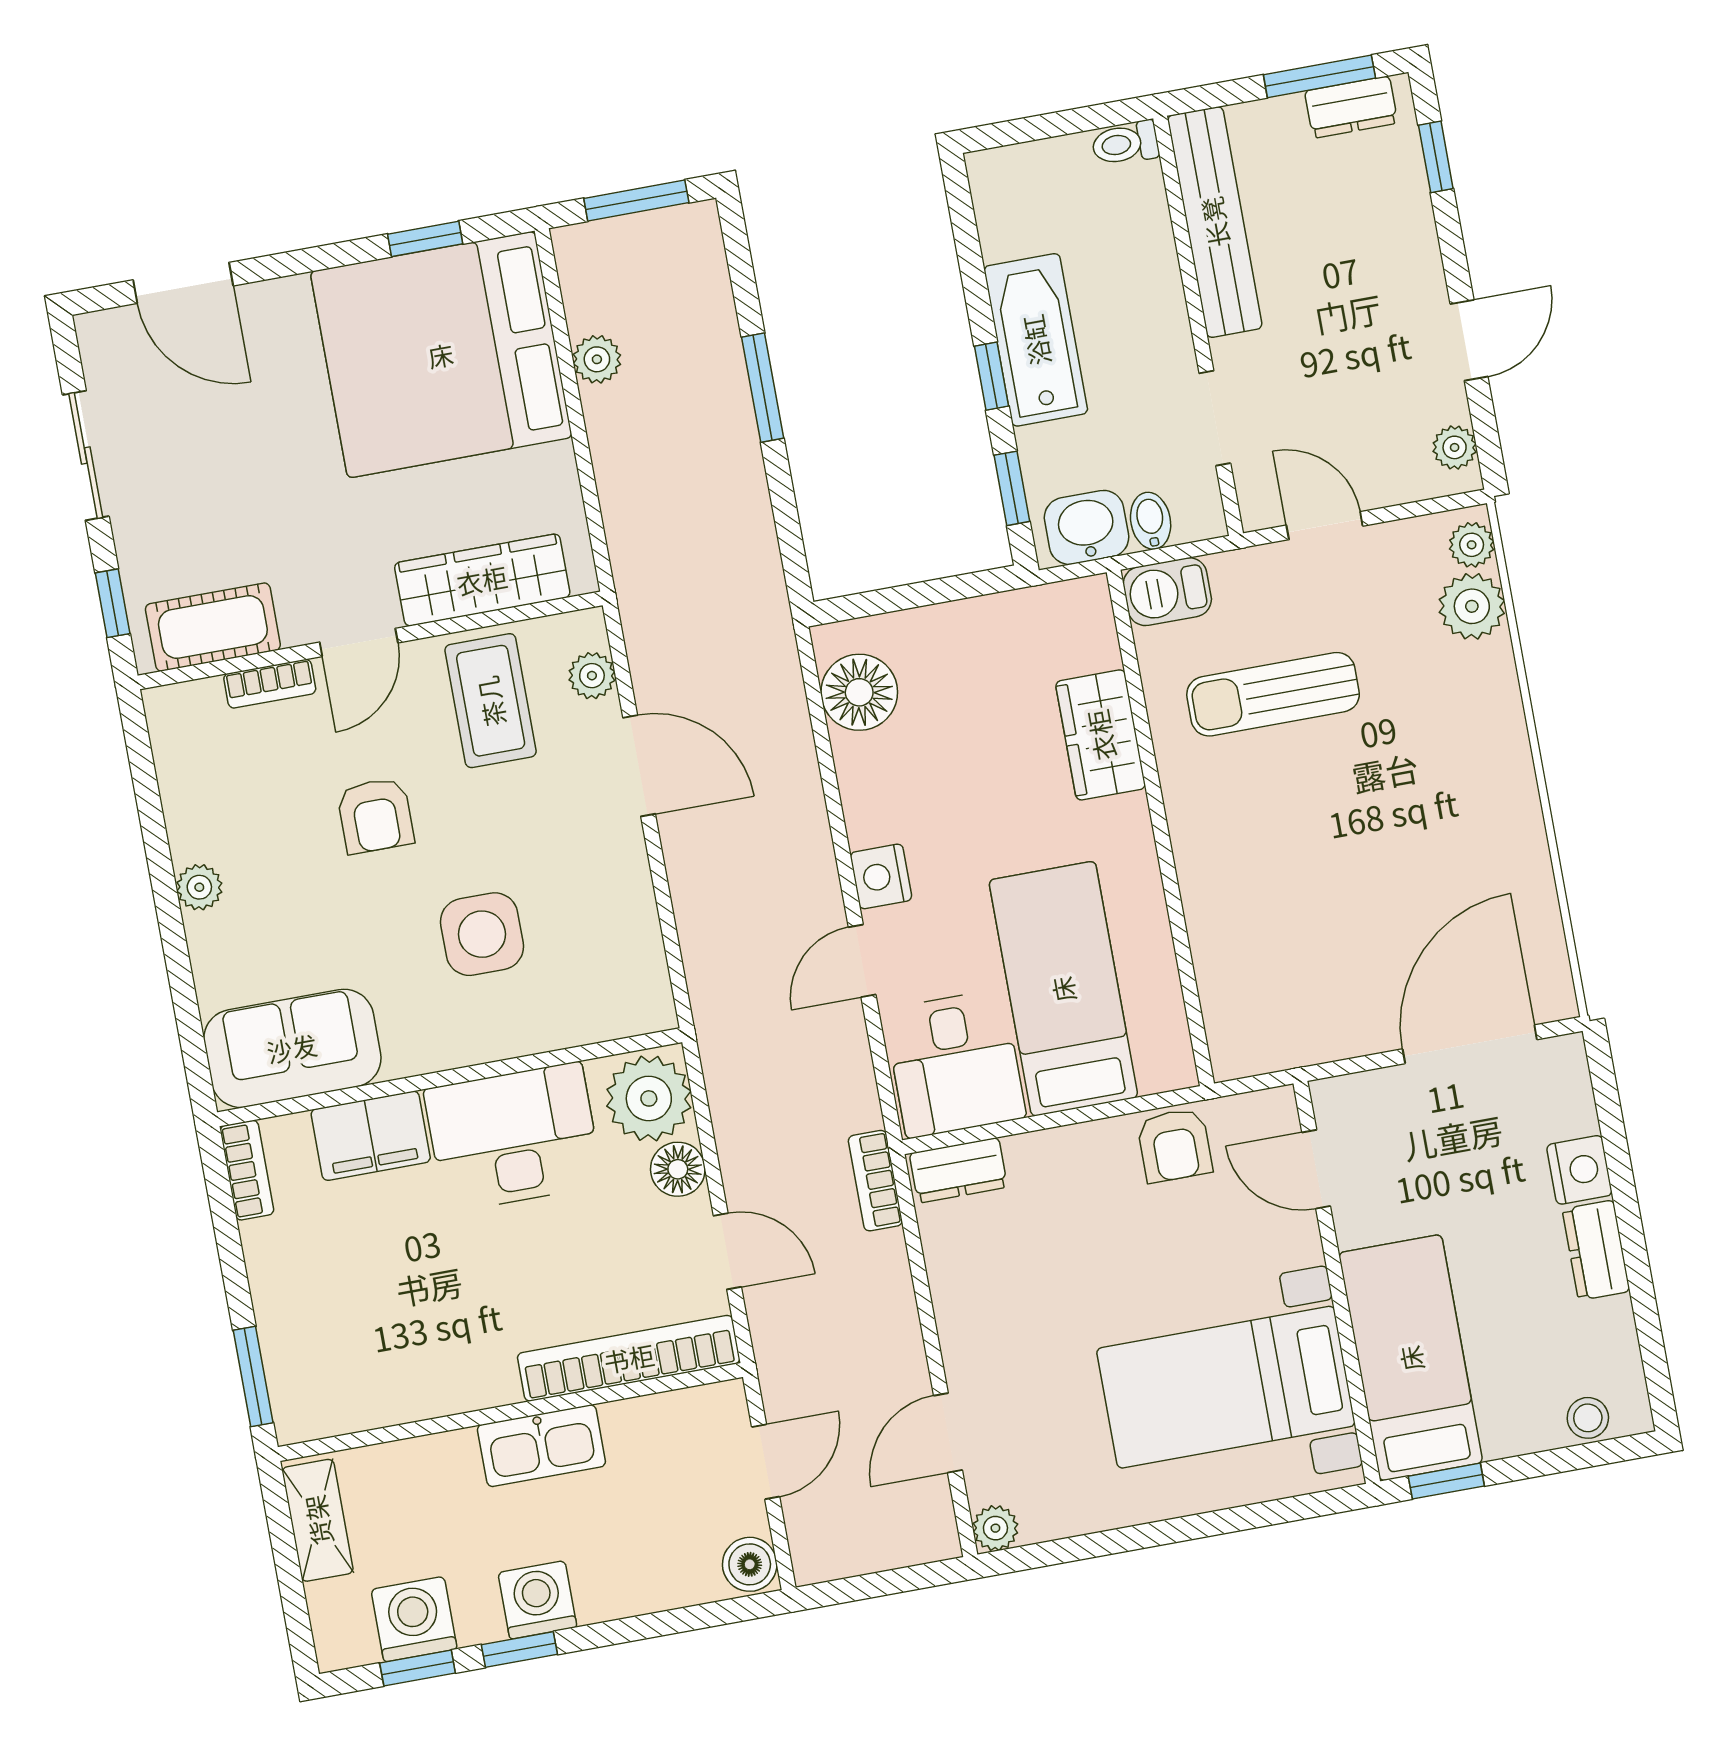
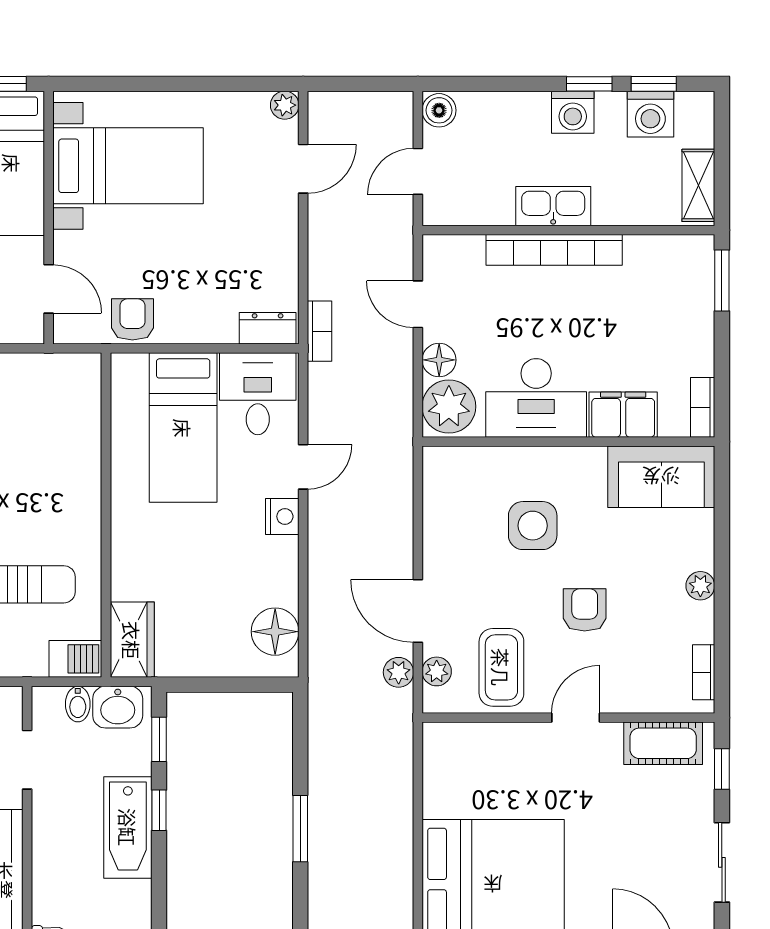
plant: (597, 359) -> (399, 672), moved
wardrobe: (482, 580) -> (493, 742), removed
bookcase: (270, 684) -> (704, 672), moved, turned -90
wardrobe: (1101, 735) -> (132, 640), moved
bookcase: (629, 1358) -> (554, 250), moved

